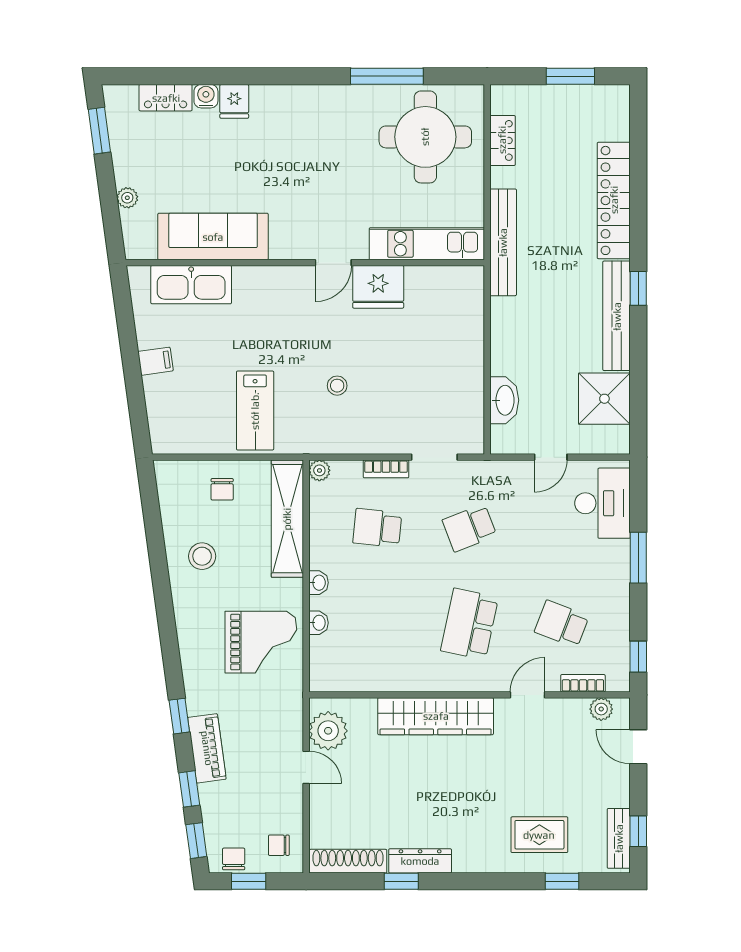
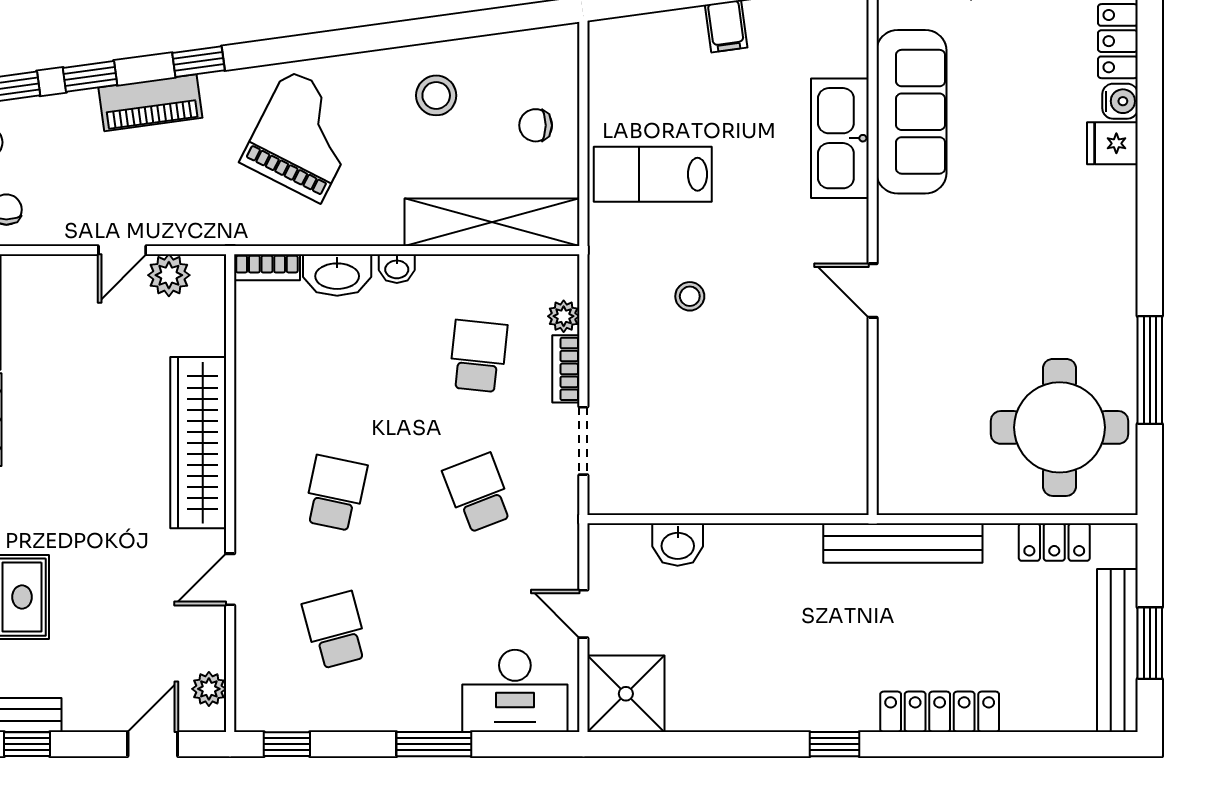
locker: (614, 200) -> (940, 712), width x0.71, depth x0.83
kitchen unit: (427, 244) -> (901, 430), removed
kitchen sink: (191, 285) -> (840, 138), moved
fridge: (378, 287) -> (837, 357), removed
bench: (617, 316) -> (1117, 650), moved, turned 90
shower: (604, 399) -> (626, 694), moved
washbasin: (504, 400) -> (678, 545), width x0.72
plant: (319, 470) -> (564, 316), moved
washbasin: (318, 623) -> (337, 275), width x1.91, depth x1.45
school desk: (470, 624) -> (335, 493), width x0.54
school desk: (562, 624) -> (335, 630), turned -36
grand piano: (261, 642) -> (304, 136), moved, turned -153
bookcase: (583, 683) -> (267, 267), moved, turned 90
door: (528, 695) -> (230, 579), swing flipped
plant: (328, 731) -> (169, 275), width x0.73, depth x0.73

